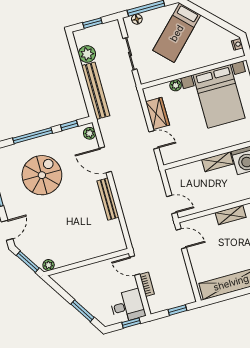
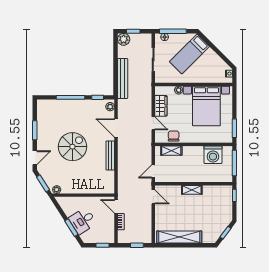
plant: (87, 54) -> (124, 39), moved
chair: (186, 149) -> (174, 136), added
shelving: (218, 162) -> (171, 151), moved
spiral stairs: (42, 175) -> (72, 147), moved
door: (172, 205) -> (153, 171), swing flipped
desk: (128, 306) -> (83, 221), moved, turned 147

